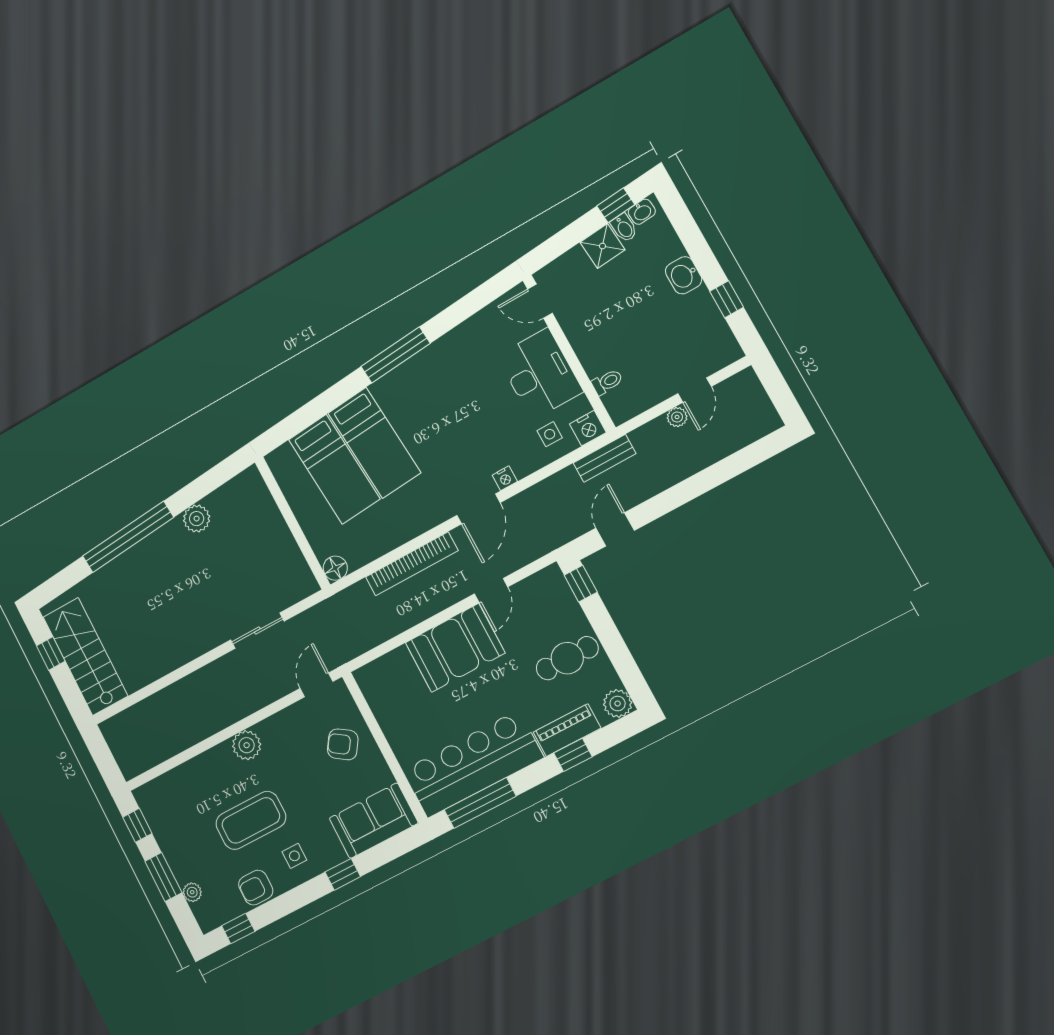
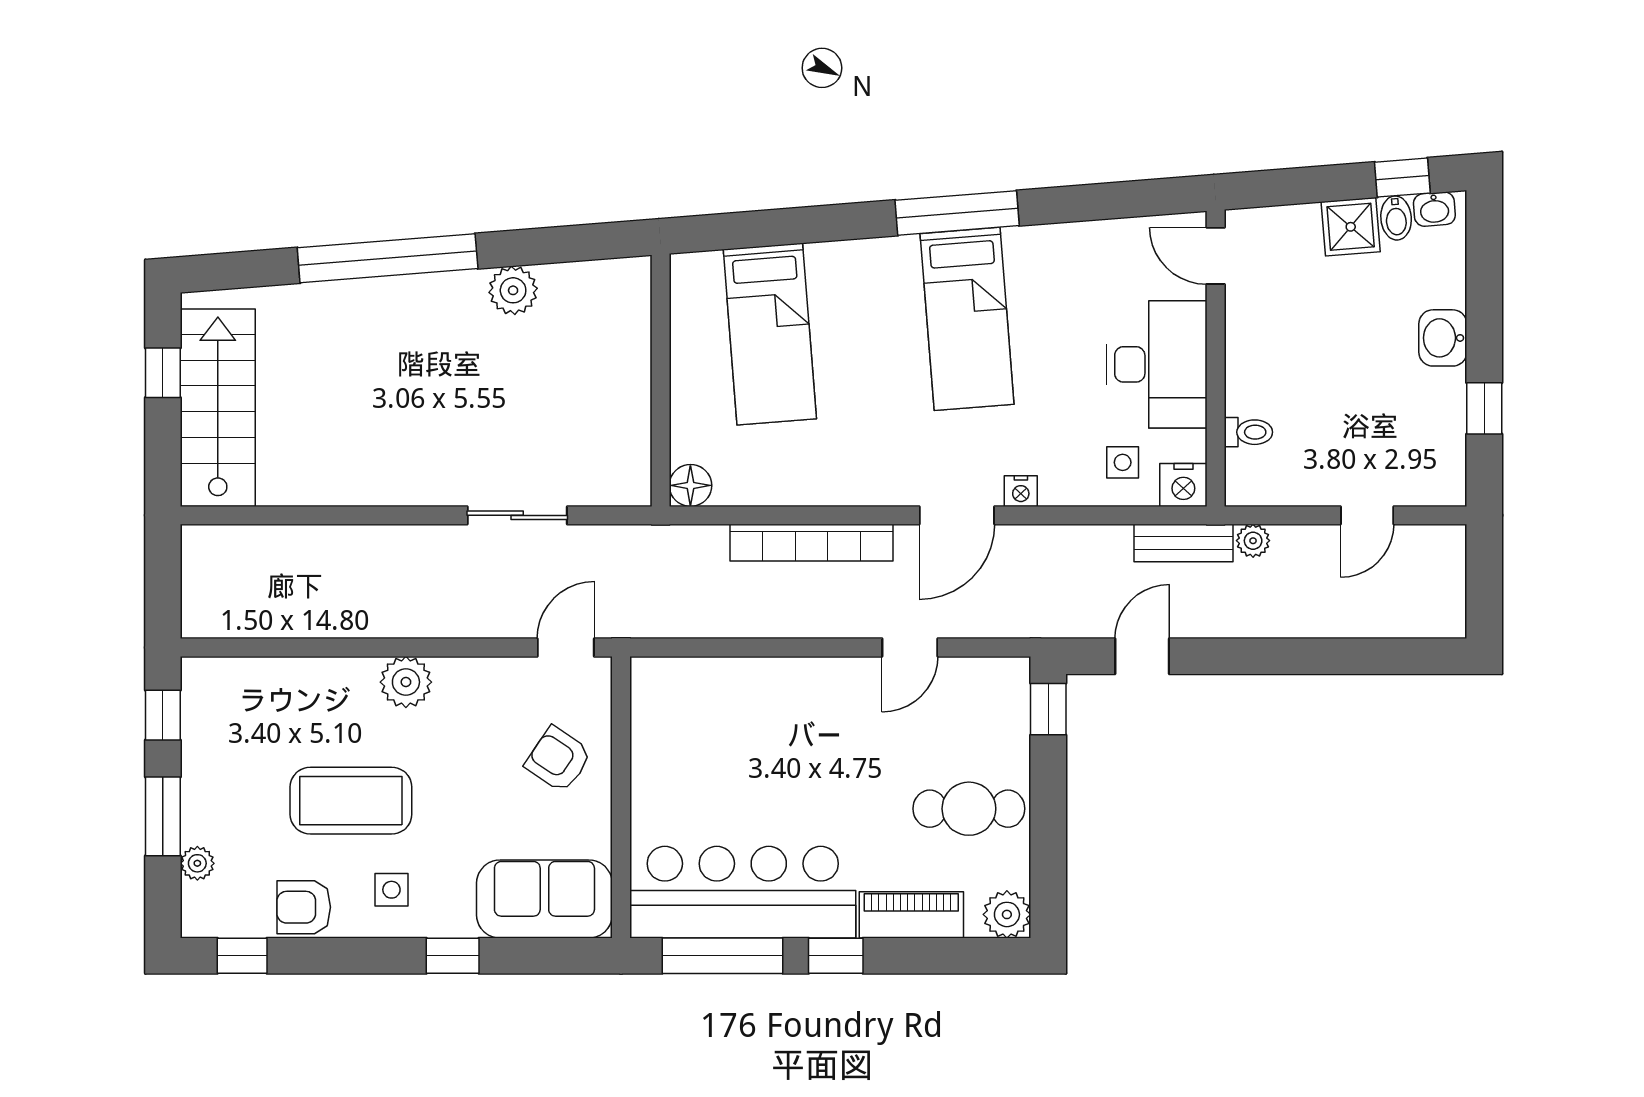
plant: (677, 417) -> (1253, 541), moved
bed: (374, 443) -> (967, 319), moved
booth: (455, 648) -> (809, 704), removed
window: (573, 755) -> (836, 956), moved

